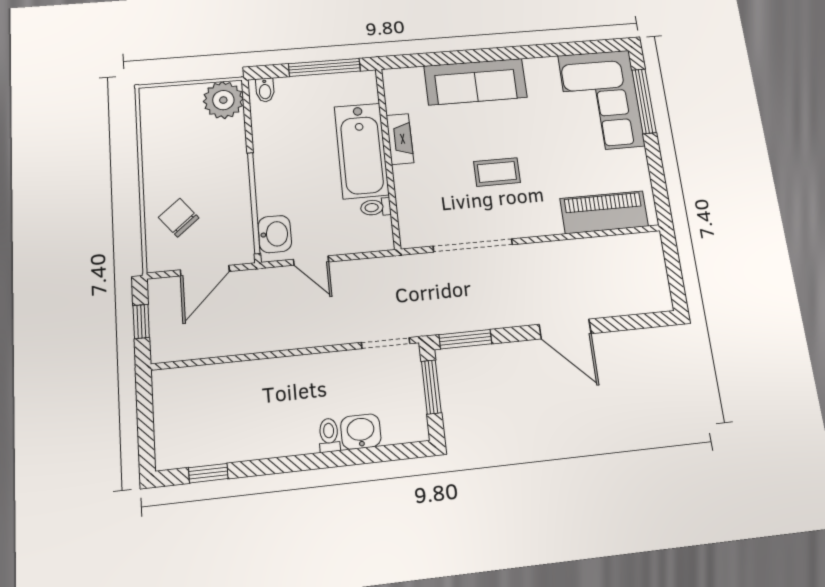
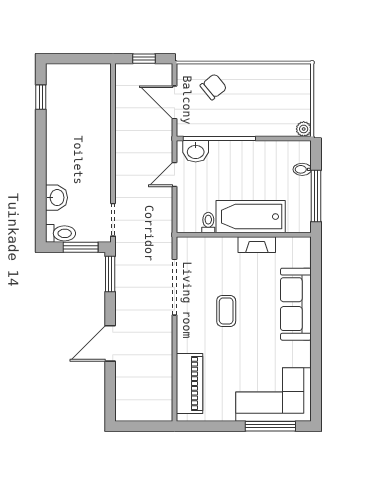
bidet: (265, 90) -> (302, 169), moved
plant: (223, 100) -> (304, 129), width x0.53, depth x0.53
toilet: (329, 435) -> (61, 233), moved, width x1.37, depth x1.39

